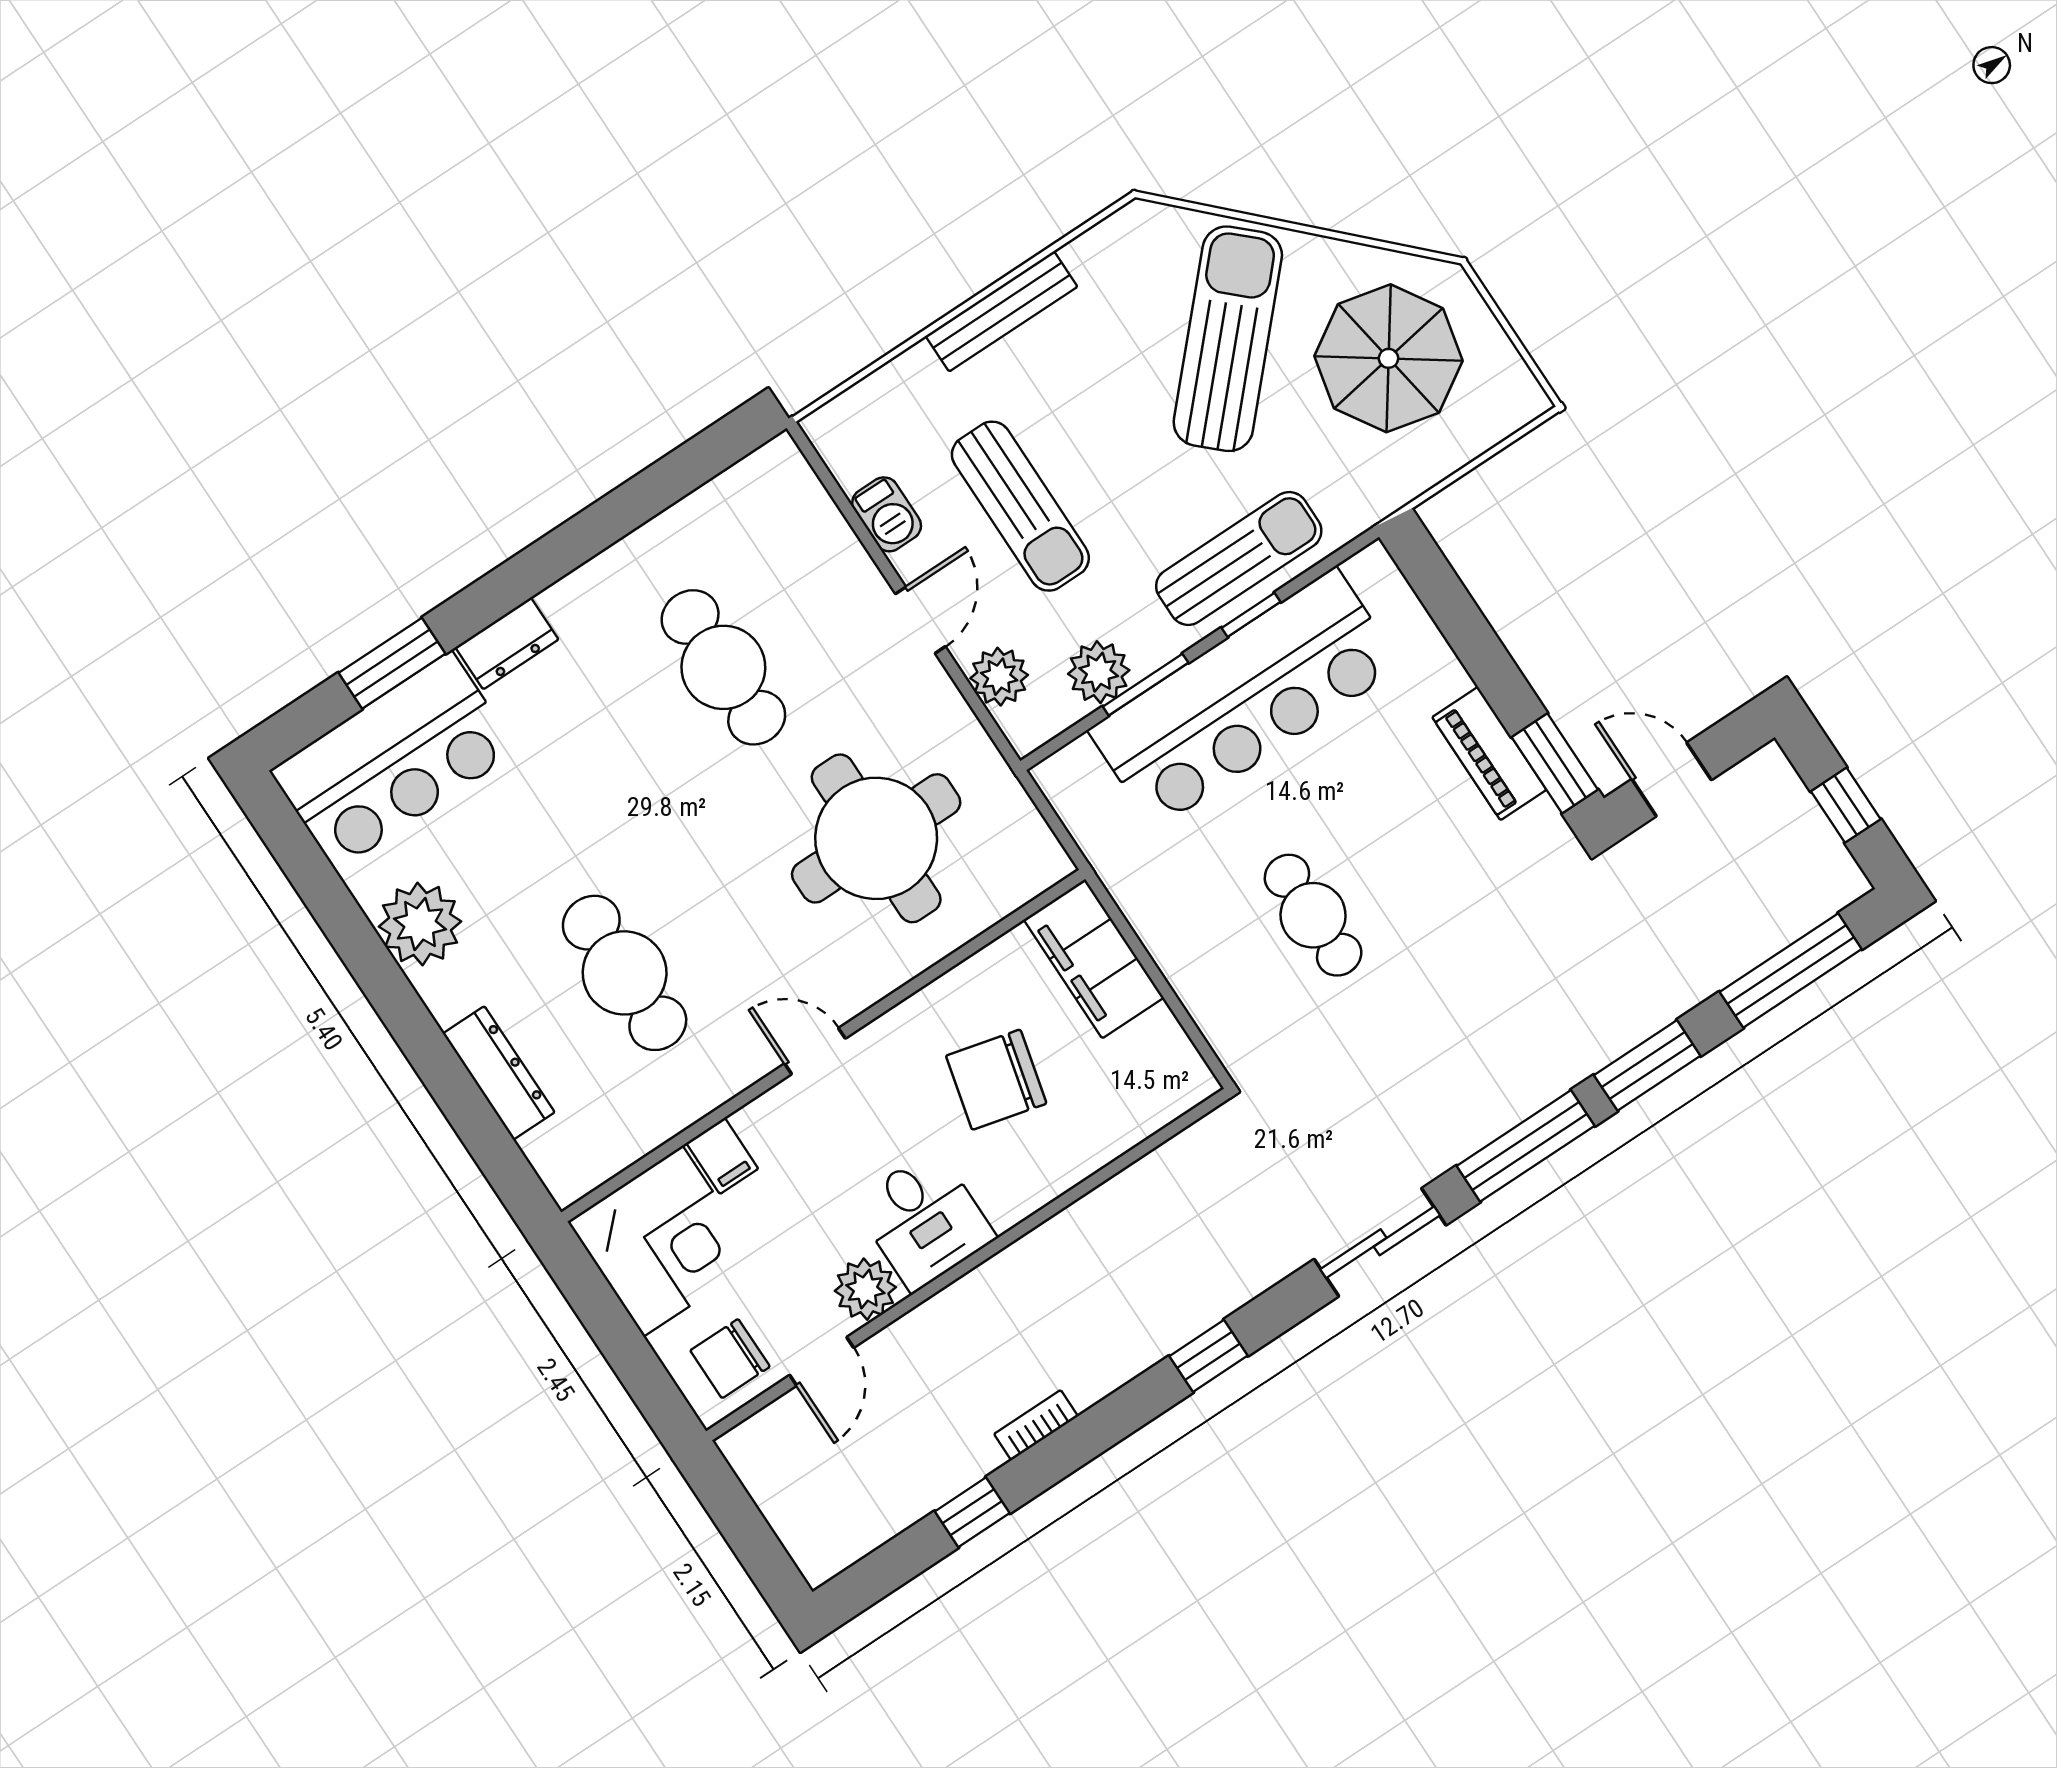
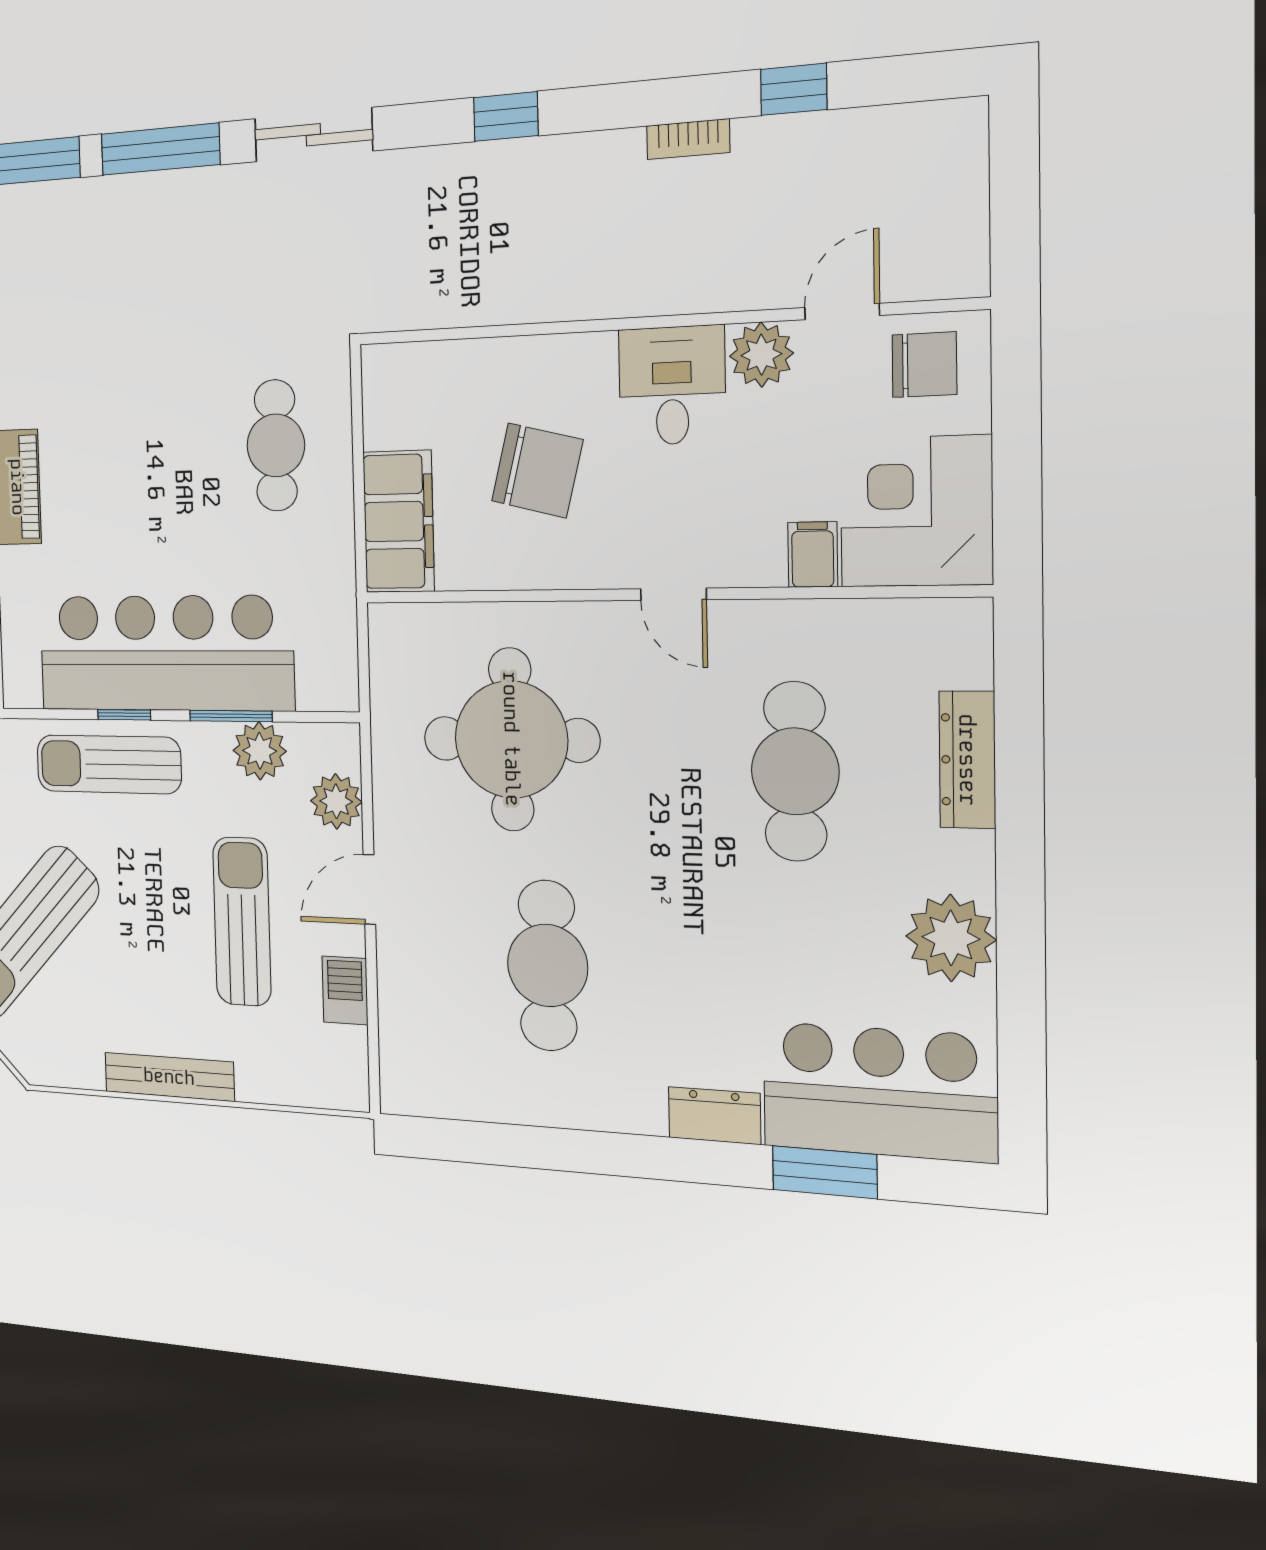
cafe table: (1313, 915) -> (276, 445), moved

